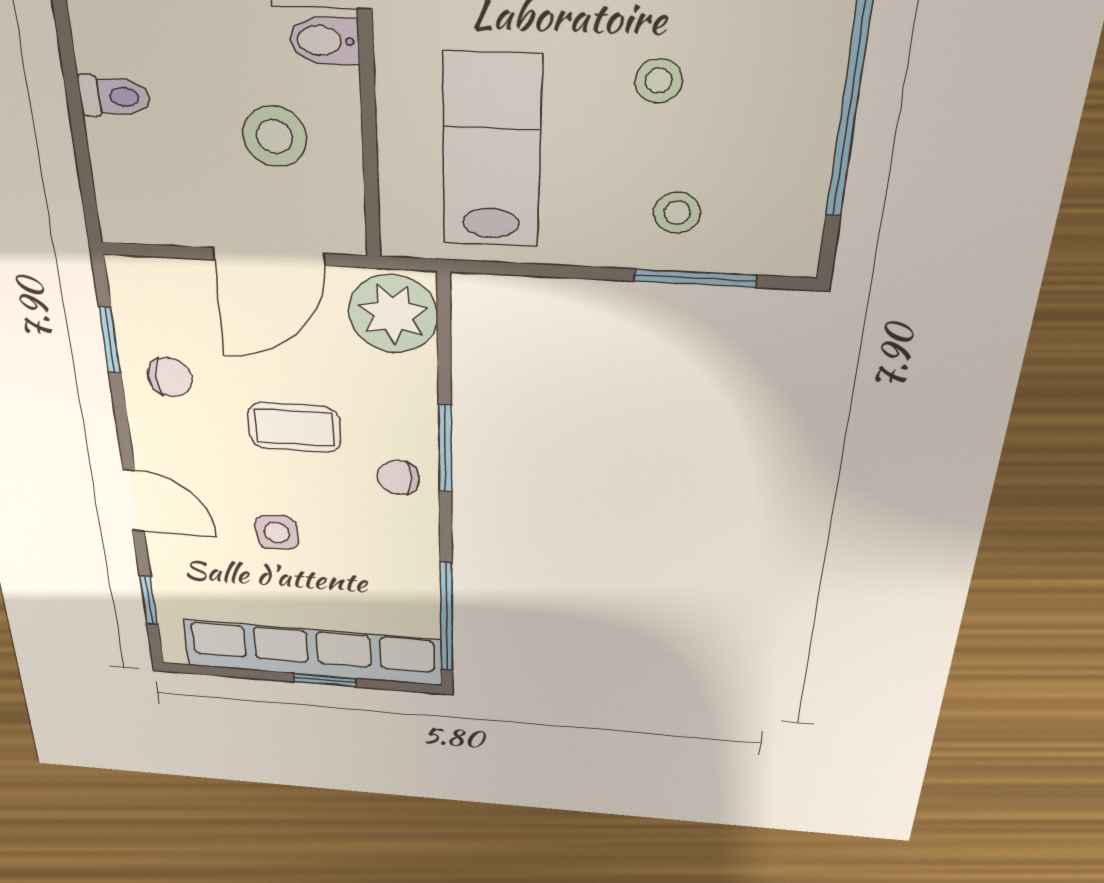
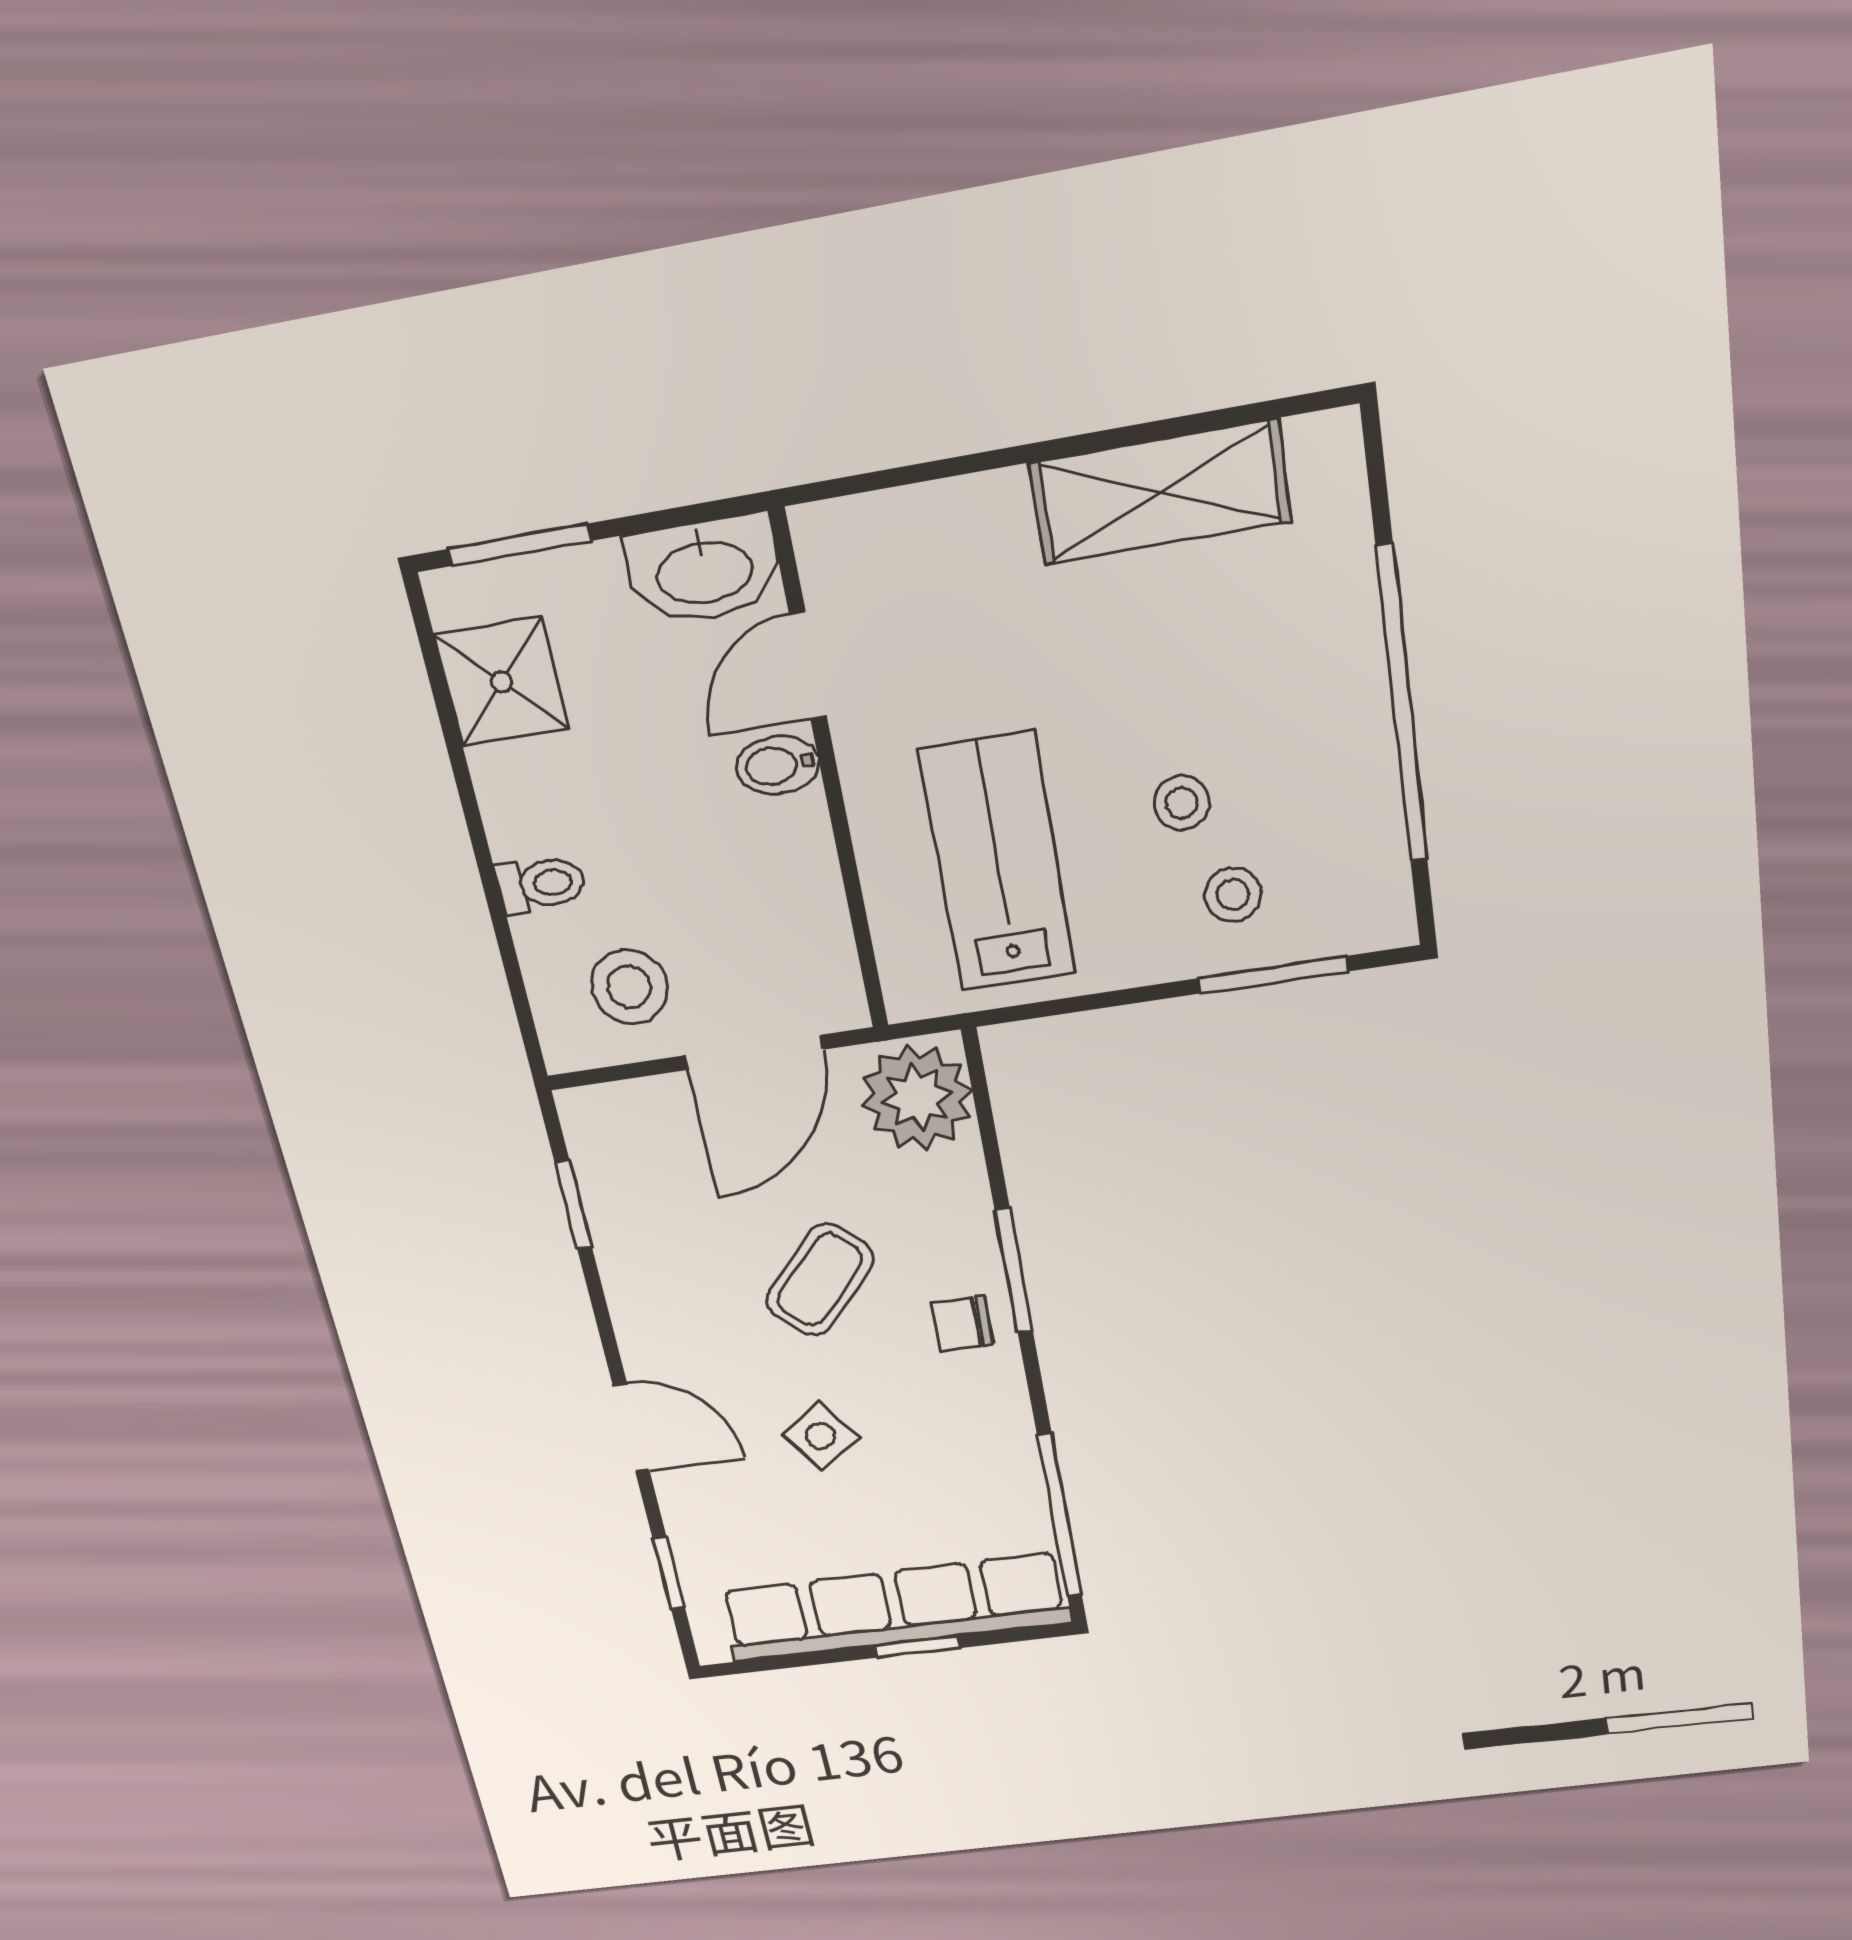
stool: (659, 81) -> (1182, 803), moved
stool: (275, 137) -> (629, 987), moved
chair: (170, 377) -> (654, 1241), removed
coffee table: (294, 428) -> (820, 1280), turned -47
side table: (277, 533) -> (820, 1436), turned -31

